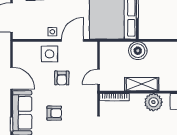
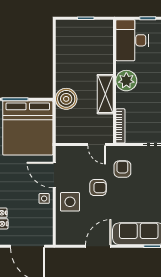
armchair: (54, 113) -> (122, 169), moved

